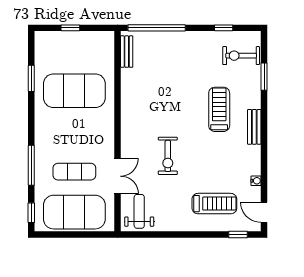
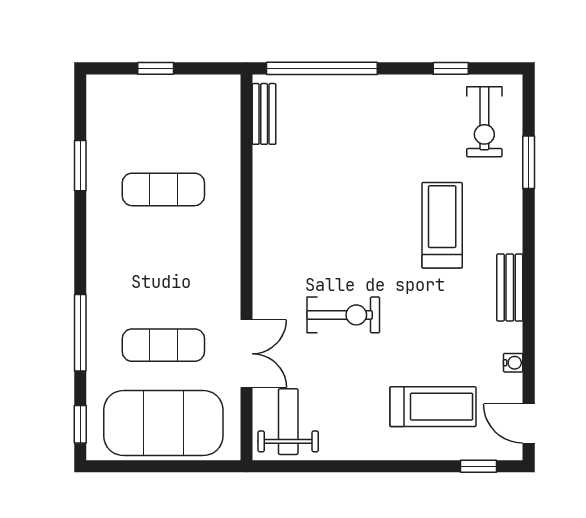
exercise bike: (241, 56) -> (484, 122), turned -90
exercise mat: (74, 91) -> (163, 189), width x0.50, depth x0.69
bench: (254, 127) -> (510, 288), moved
exercise bike: (168, 156) -> (343, 315), turned -90

